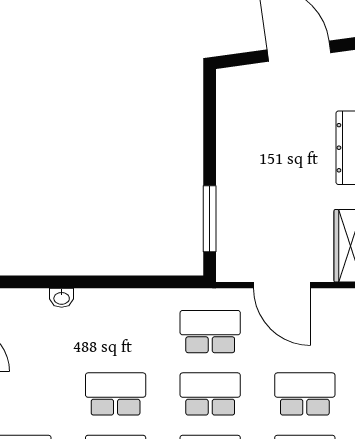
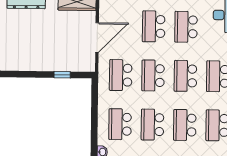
window: (210, 219) -> (62, 75), width x0.46
school desk: (116, 332) -> (120, 124), added

